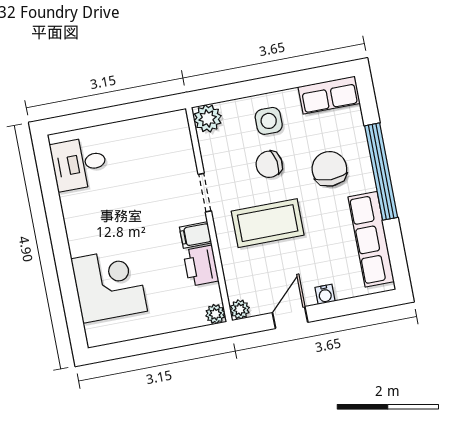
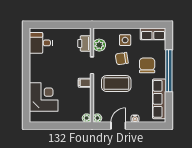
plant: (208, 118) -> (99, 45), moved
printer: (201, 266) -> (84, 43), moved

